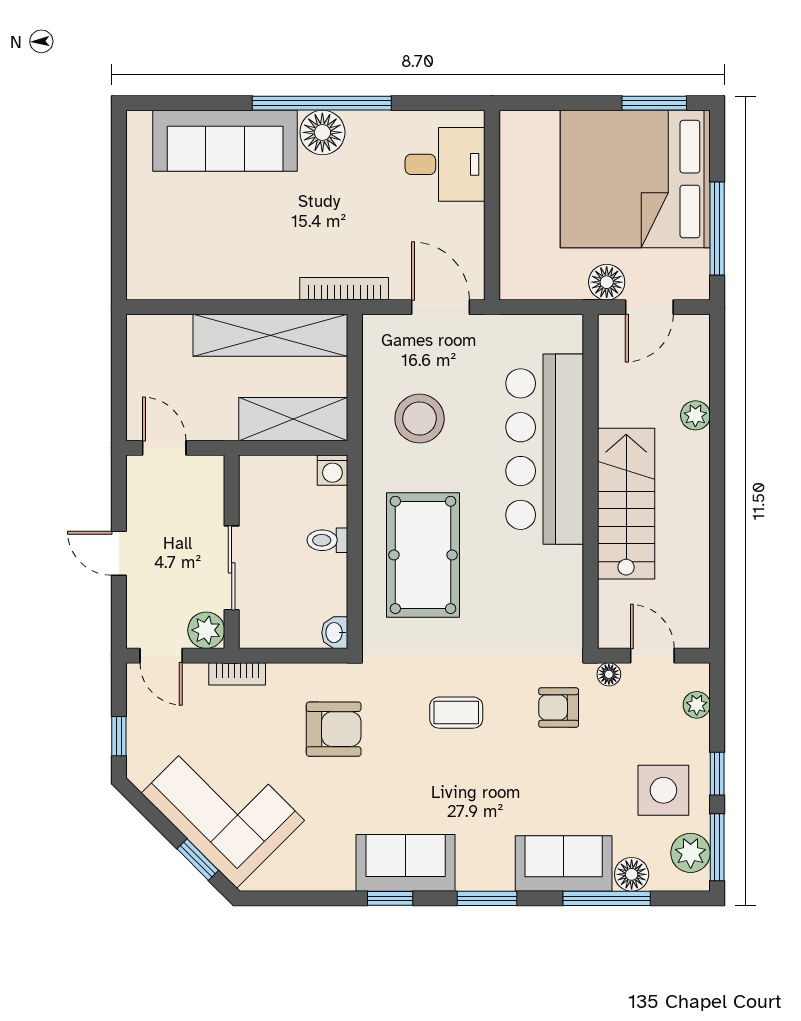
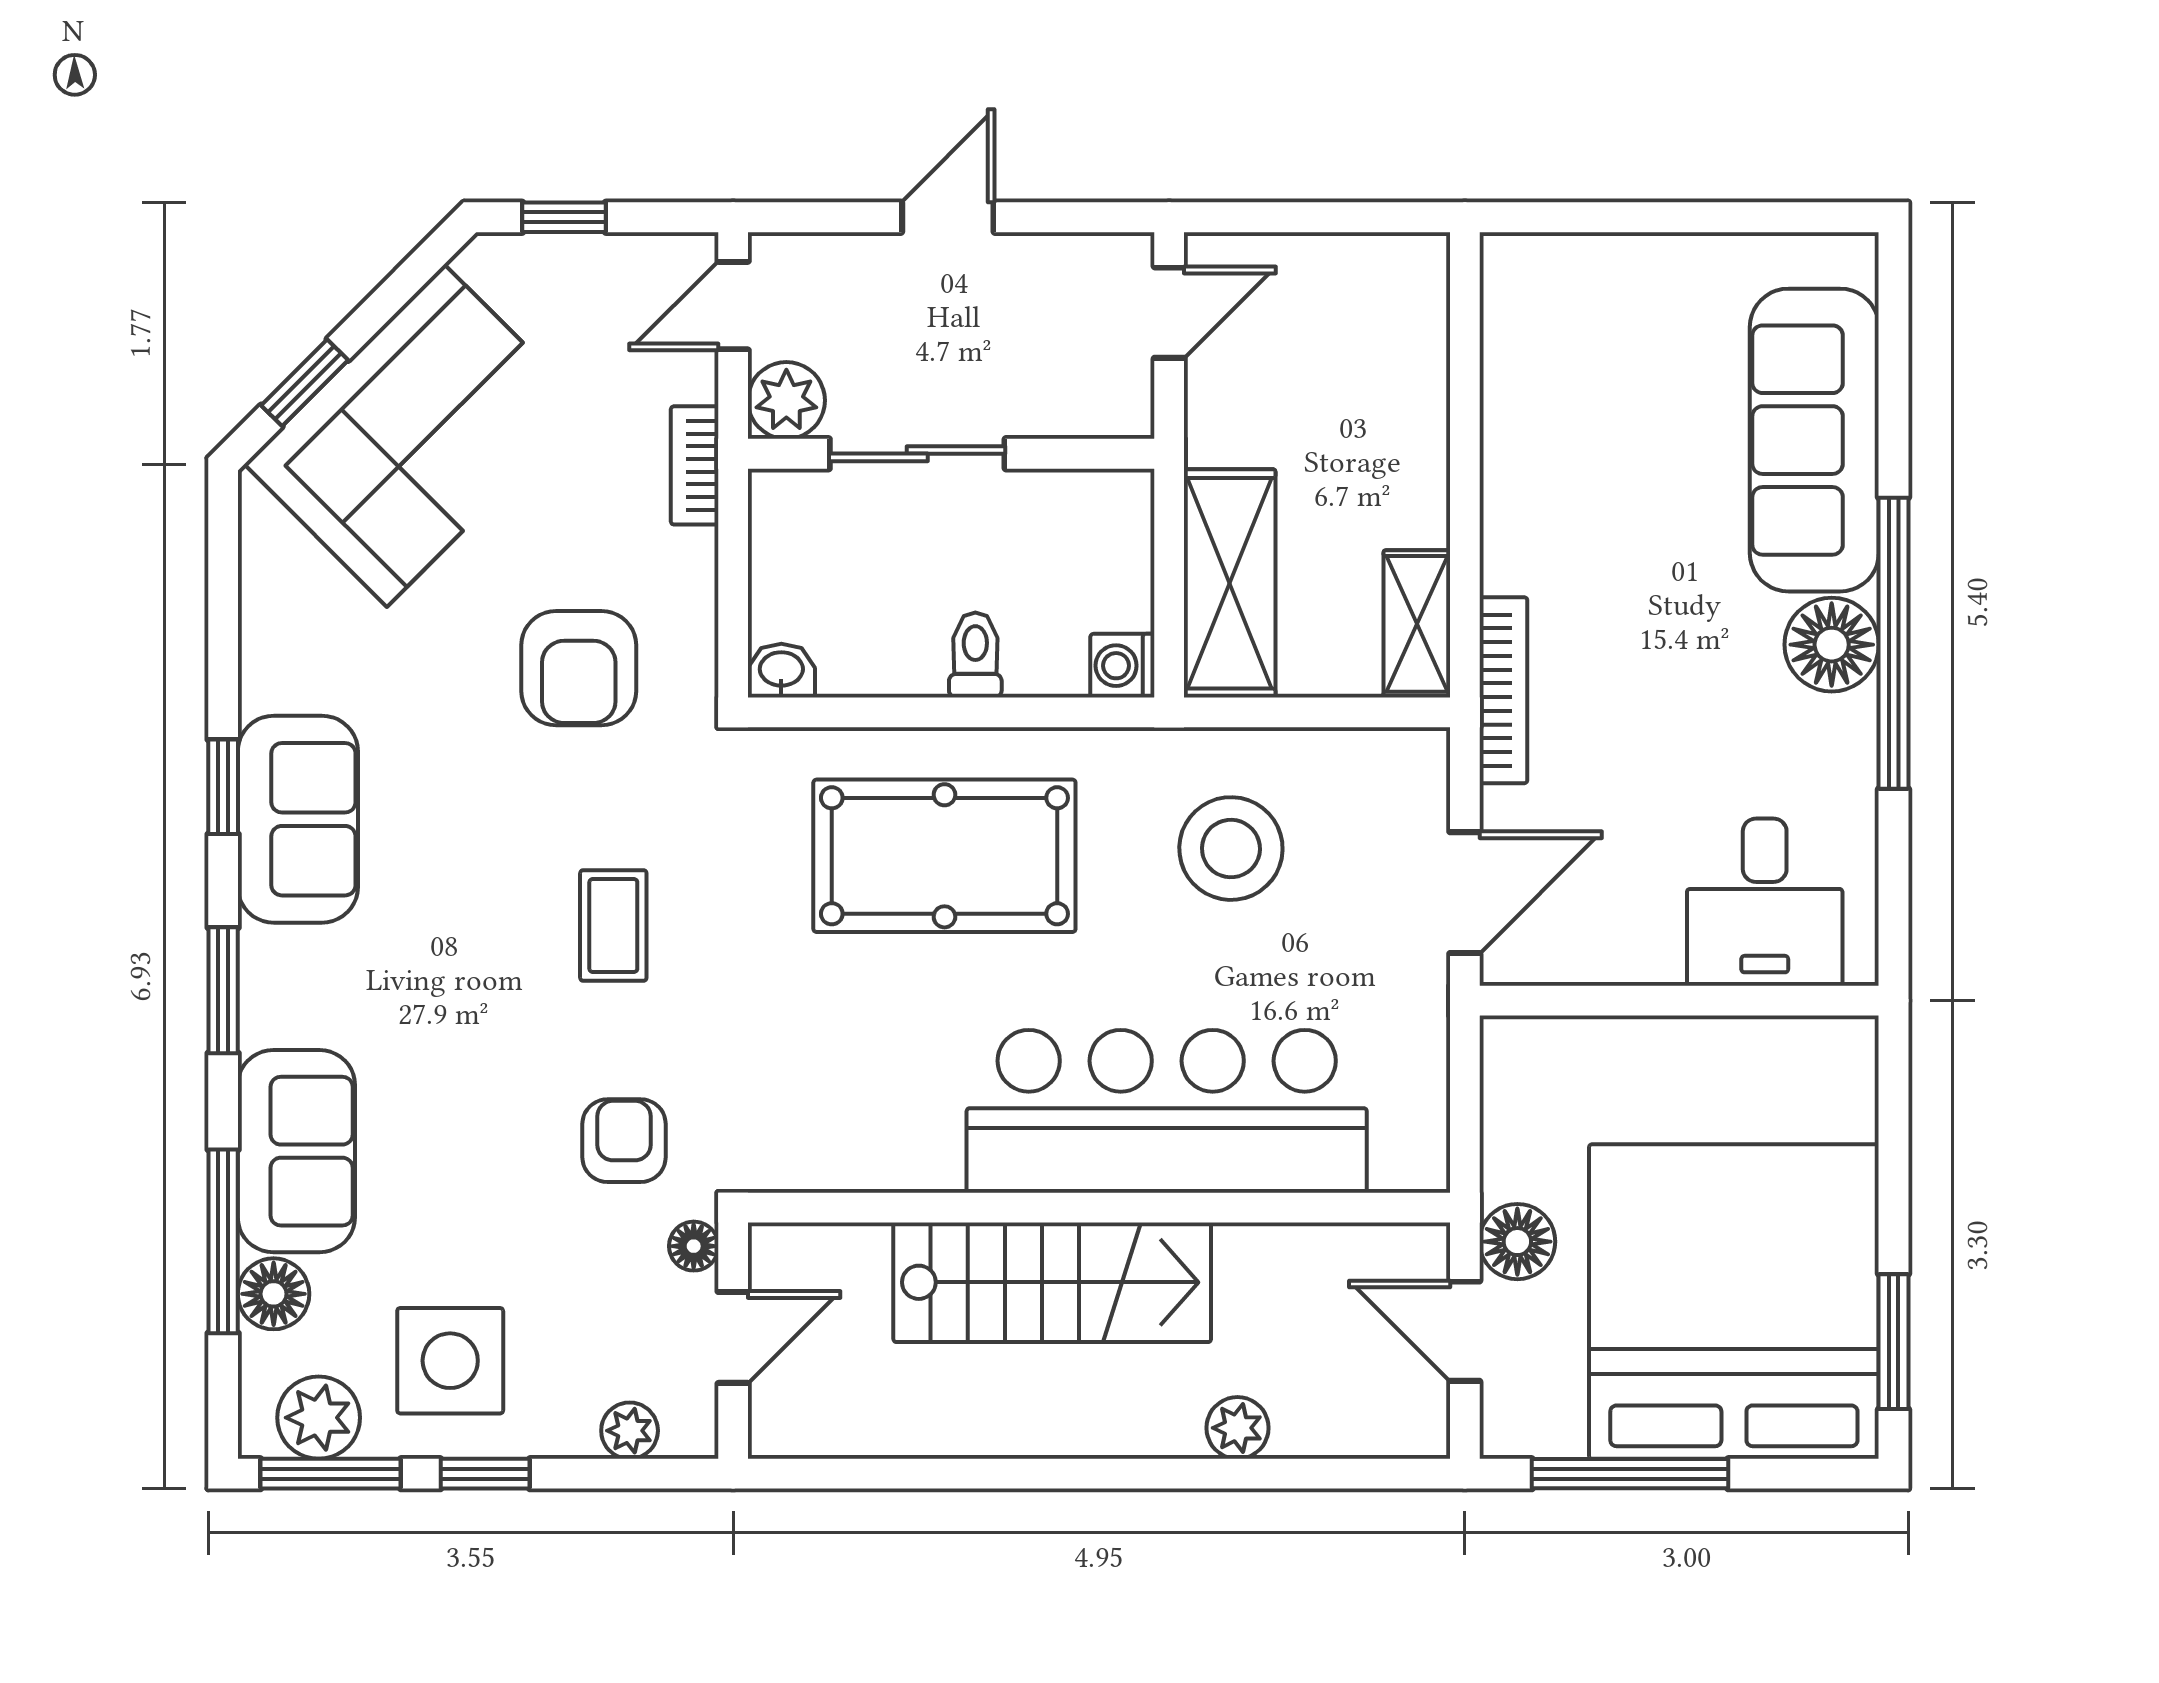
shelving: (270, 335) -> (1417, 624), width x0.45, depth x0.75

